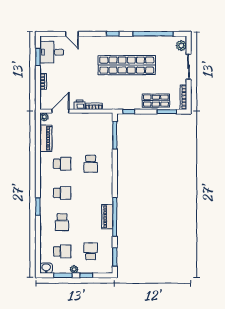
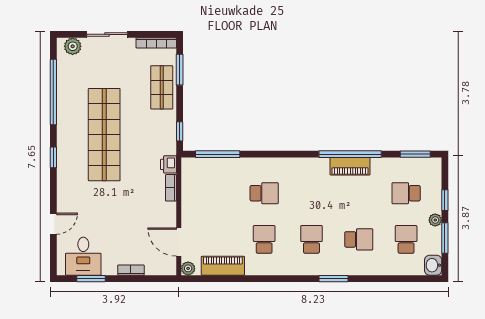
printer: (79, 105) -> (168, 164), moved

